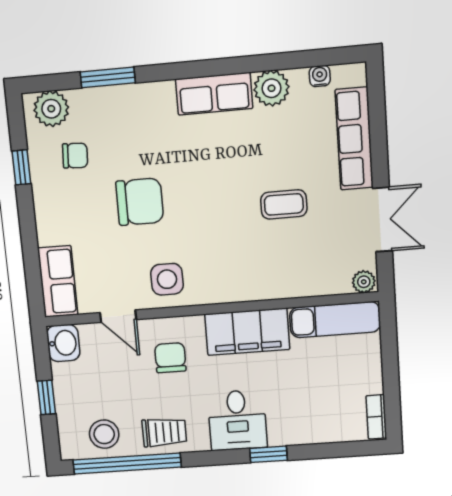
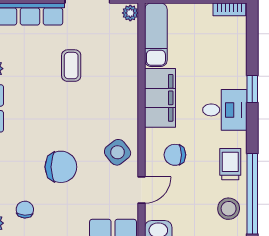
chair: (140, 202) -> (61, 167), turned 90
side table: (167, 279) -> (118, 152), turned -38

